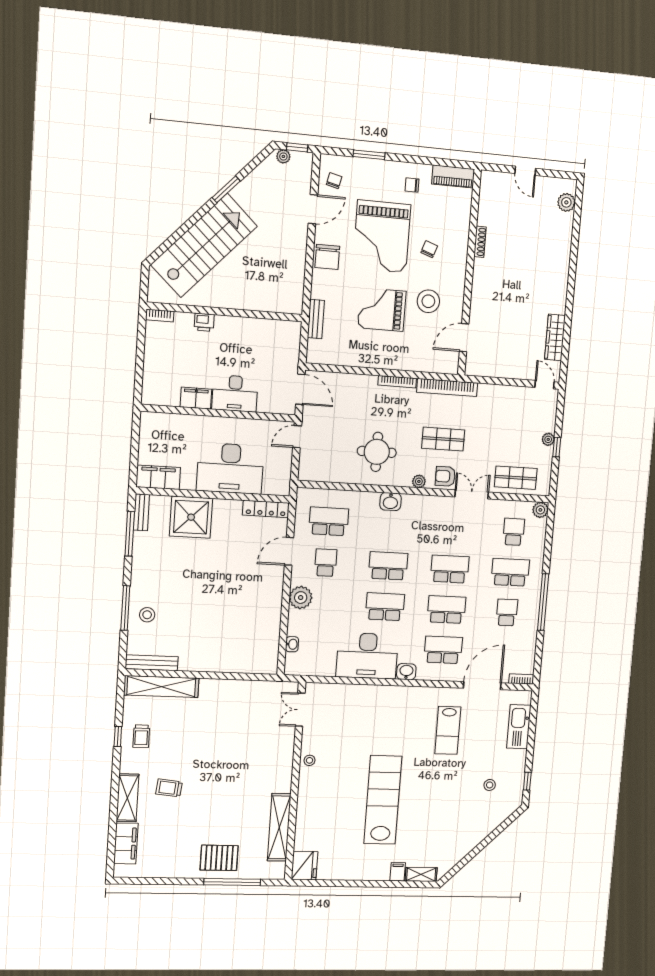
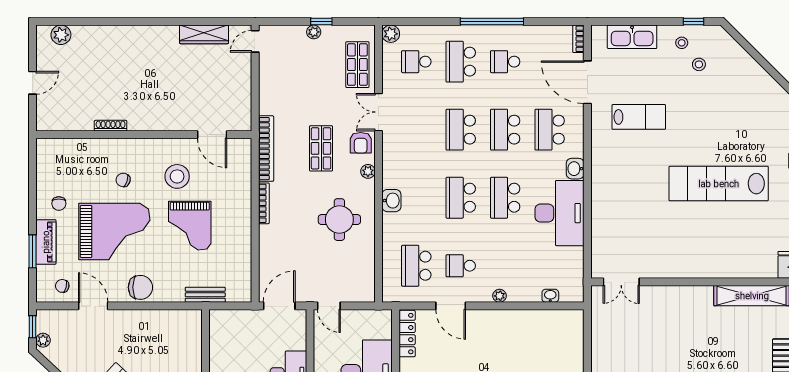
piano: (453, 177) -> (46, 242), moved
plant: (301, 598) -> (500, 296), width x0.53, depth x0.53
stool: (310, 760) -> (682, 43), moved

